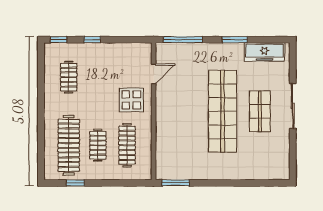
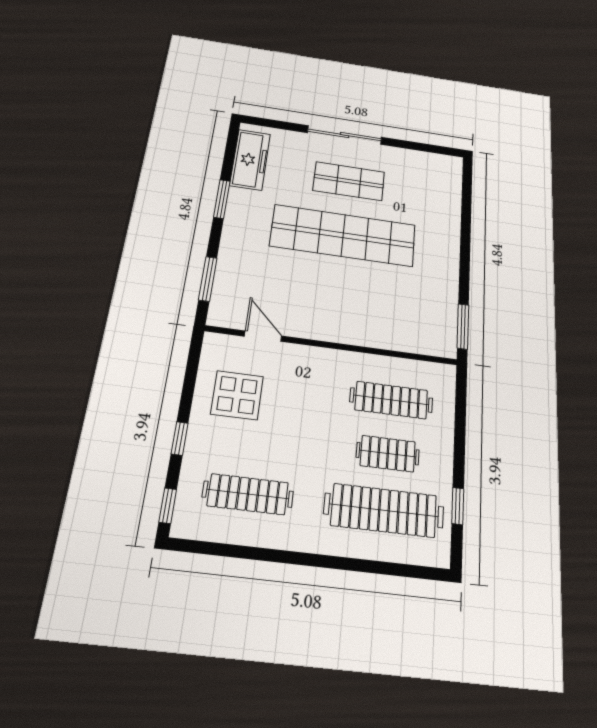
window: (183, 40) -> (208, 279), width x0.69
clothes rail: (69, 77) -> (248, 494), width x1.36
display table: (131, 100) -> (237, 395), moved

